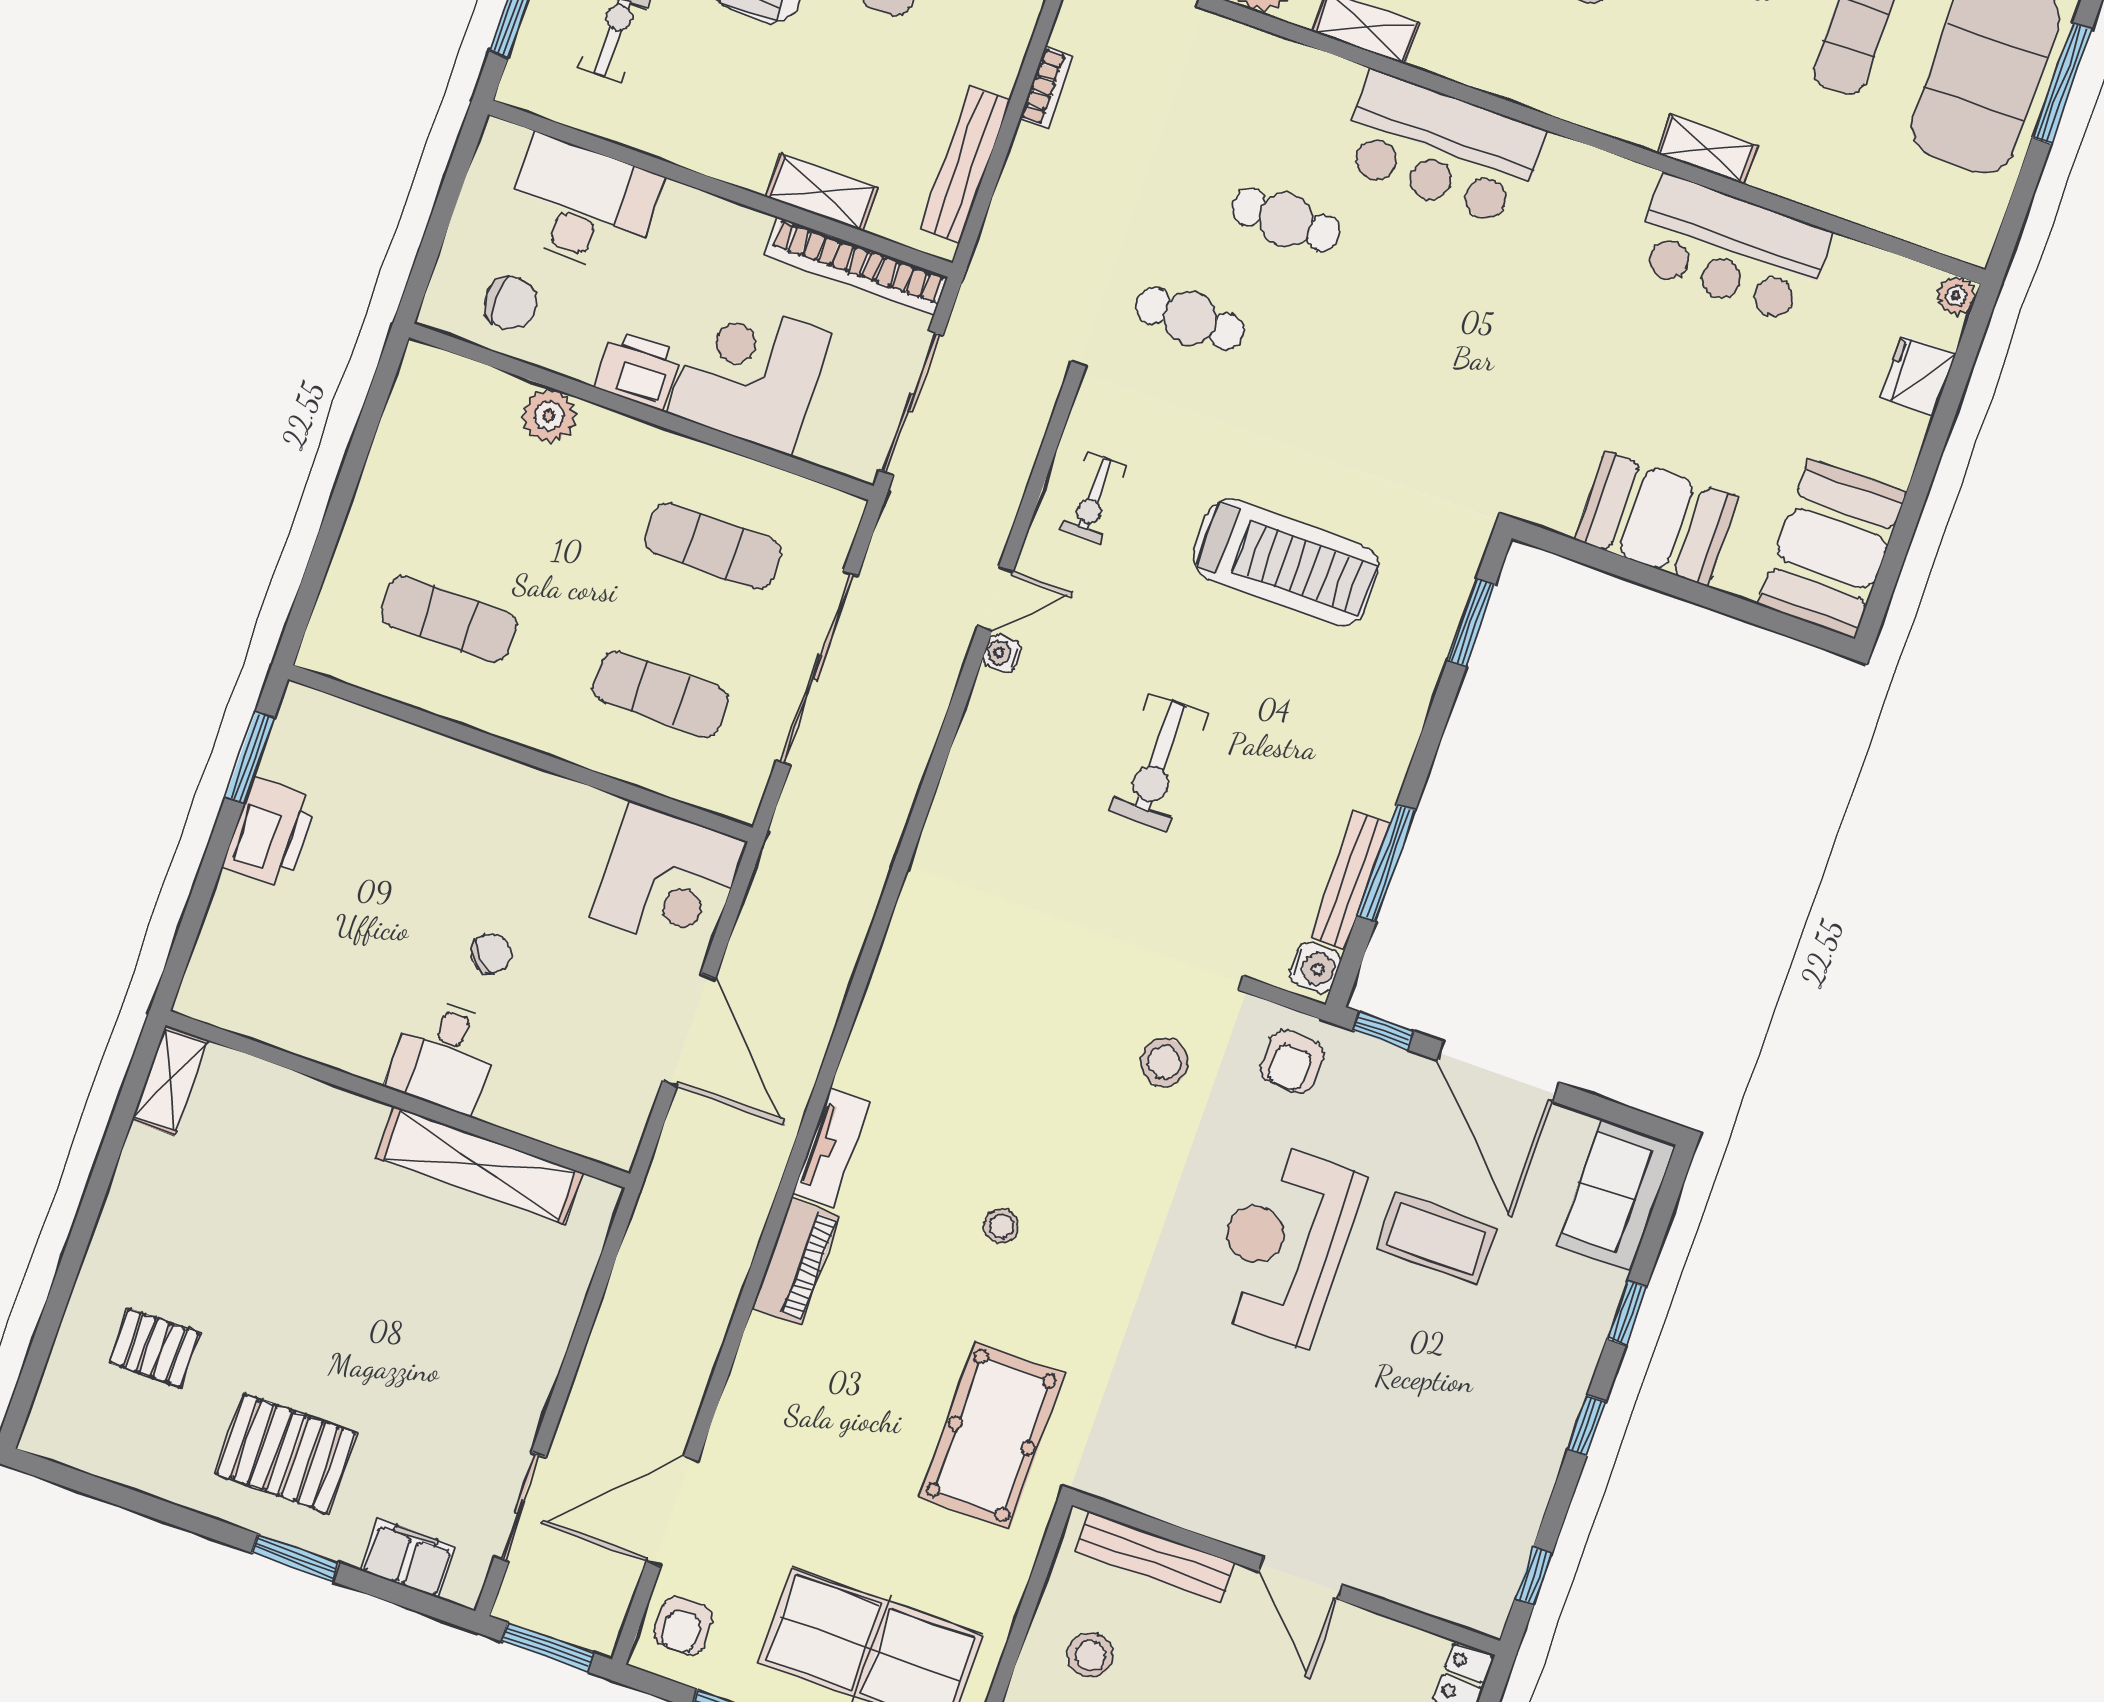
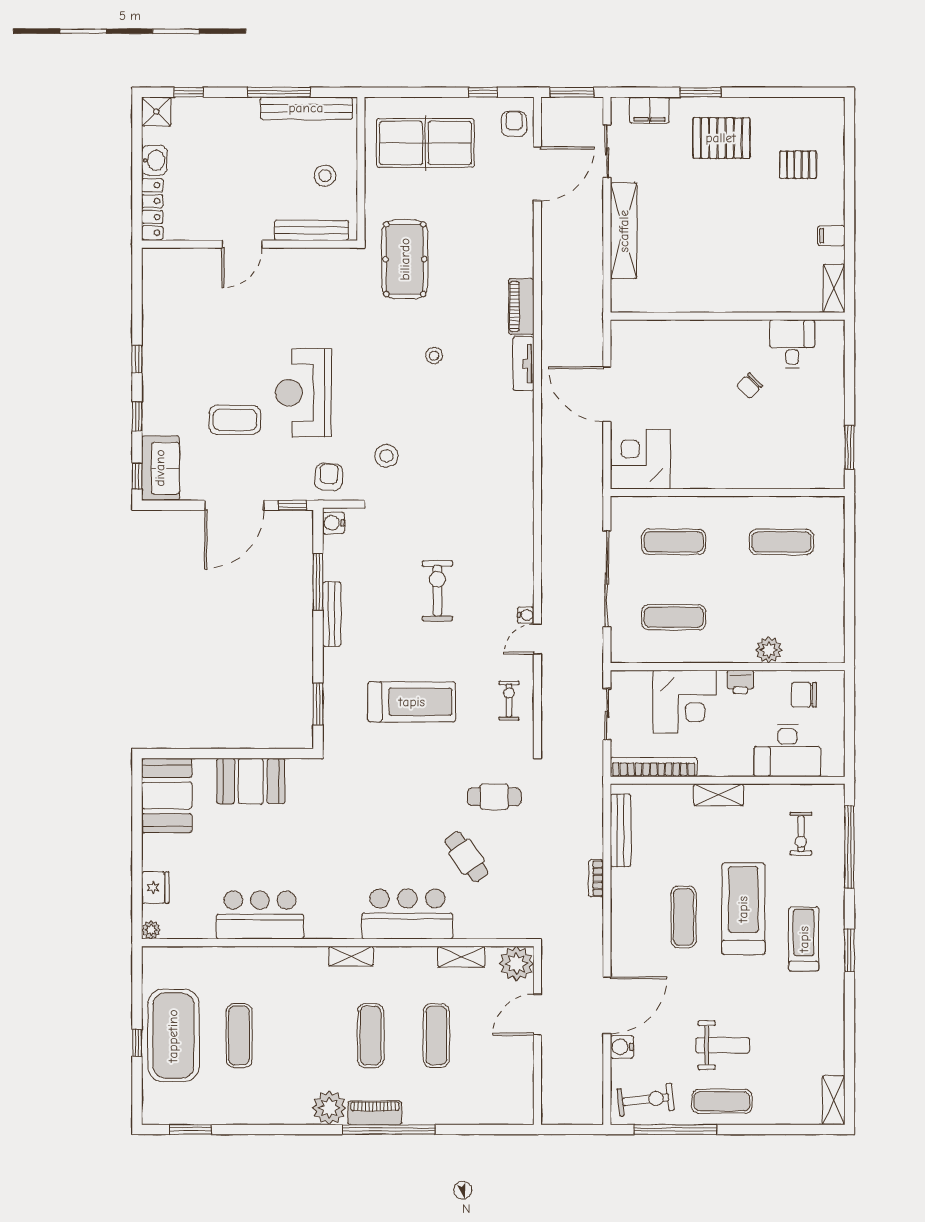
window: (2062, 84) -> (137, 1043), width x0.46
shelving: (1707, 149) -> (351, 956), moved
shelving: (821, 192) -> (719, 795), moved
cafe table: (1286, 220) -> (466, 857), turned 54
printer: (638, 370) -> (740, 682), width x0.73, depth x0.81
sliding door: (911, 403) -> (607, 714), width x0.73
treadmill: (1286, 562) -> (412, 702), turned 180
printer: (270, 832) -> (828, 417), removed
bench: (1350, 881) -> (332, 614), moved
chair: (492, 954) -> (750, 386), moved
desk: (444, 1055) -> (792, 344), moved
door: (1498, 1071) -> (234, 505), swing flipped
shelving: (479, 1165) -> (624, 231), moved, turned 90
filing cabinet: (138, 1185) -> (831, 236), added
reception desk: (1284, 1244) -> (303, 393), turned 180
window: (1534, 1576) -> (137, 476), moved
door: (1301, 1578) -> (242, 244), swing flipped

